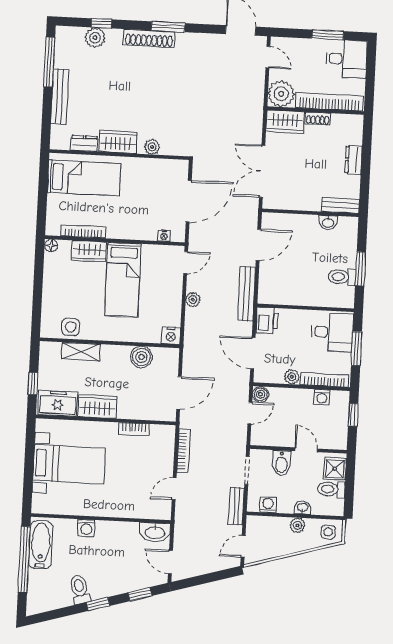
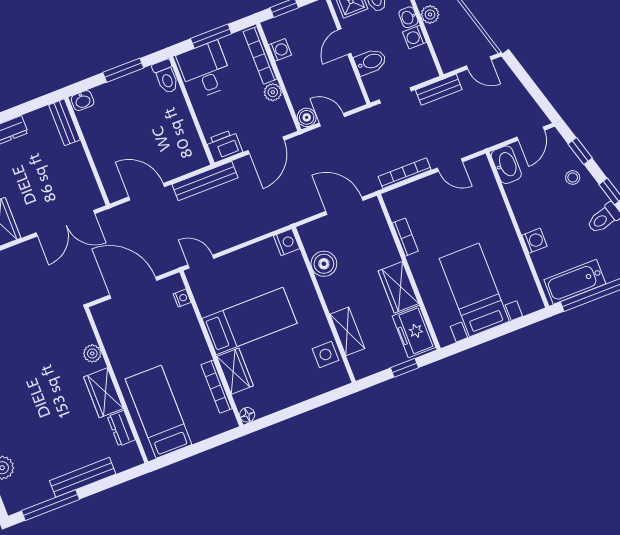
washbasin: (328, 223) -> (83, 101), moved, turned 90
toilet: (342, 277) -> (166, 77), moved
plant: (193, 300) -> (237, 236), removed
washing machine: (268, 505) -> (414, 37), moved
stool: (122, 579) -> (573, 177), added

